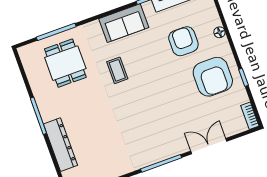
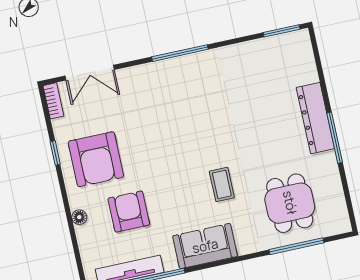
armchair: (183, 41) -> (129, 212), turned 180
armchair: (213, 77) -> (96, 159), turned 180
dresser: (60, 145) -> (315, 118), moved
double door: (209, 146) -> (90, 73), moved

